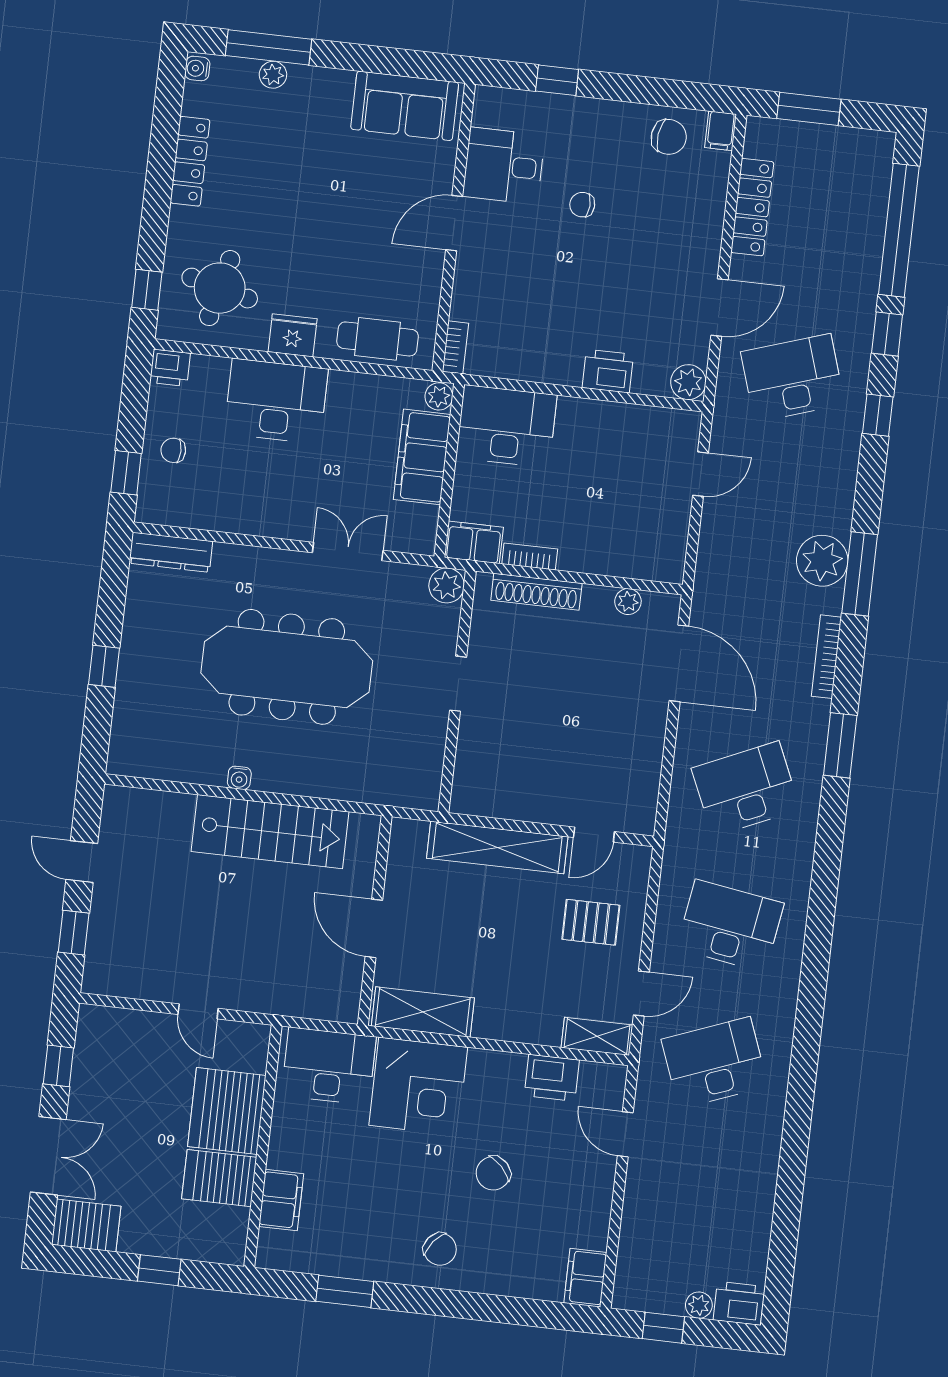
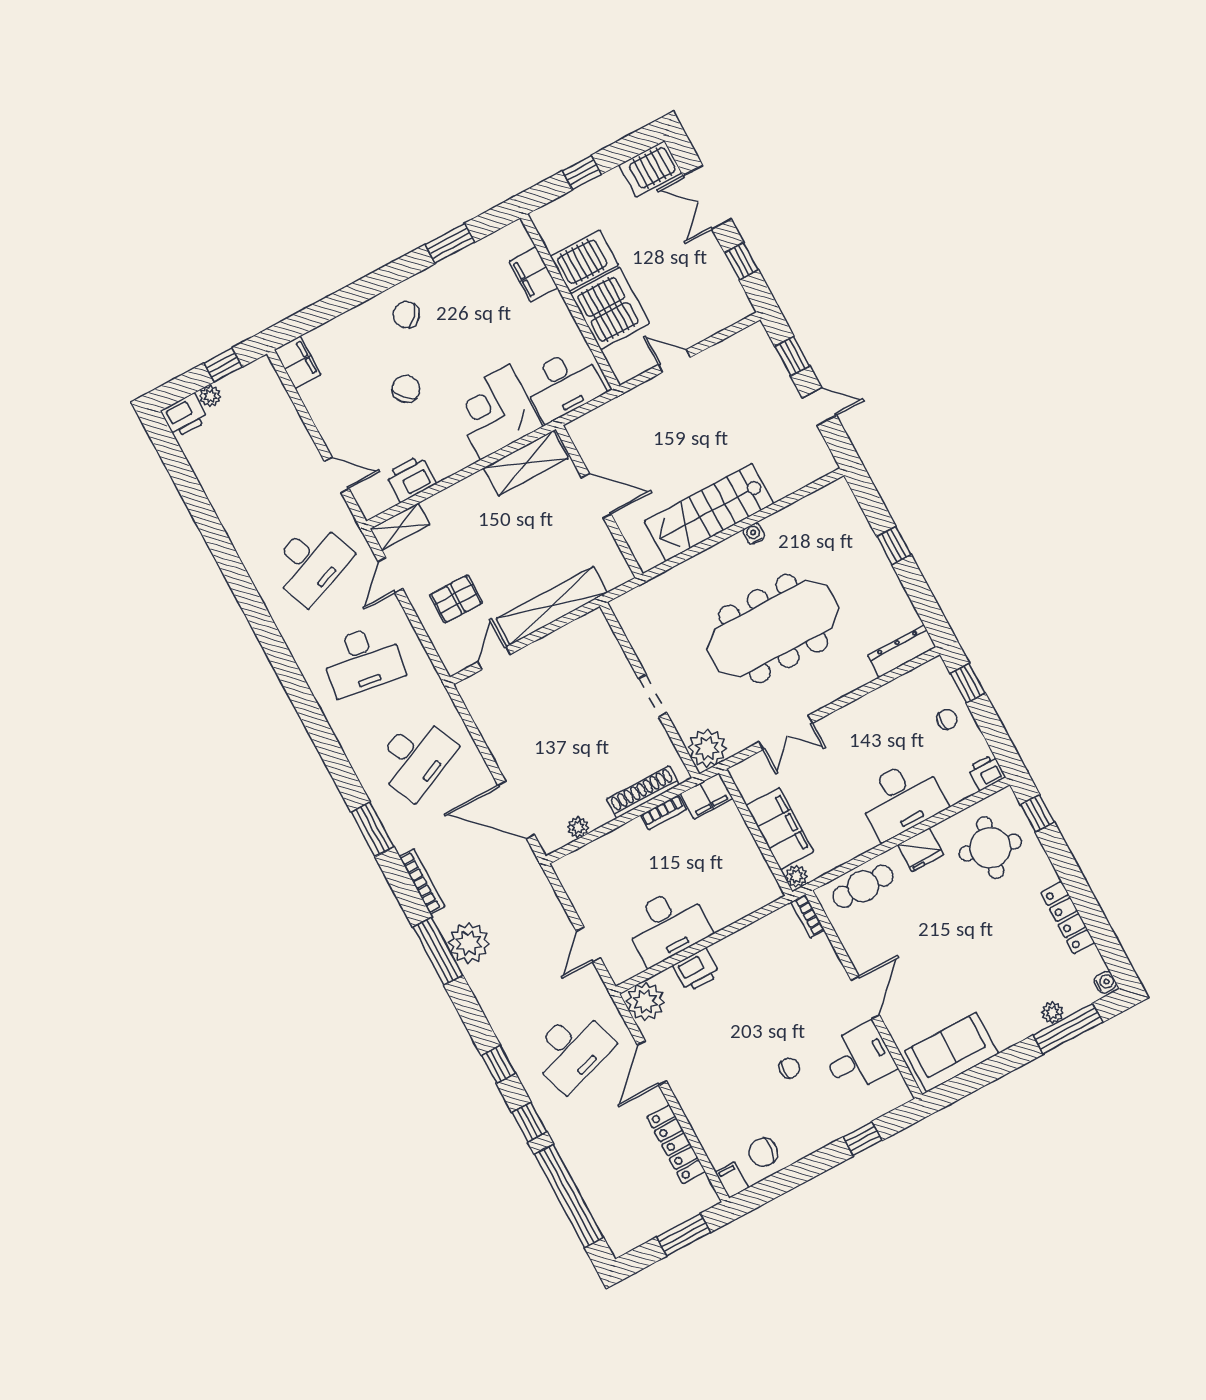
plant: (688, 382) -> (645, 1002), width x1.36, depth x1.36
desk: (506, 426) -> (667, 926), moved
plant: (447, 585) -> (707, 748), width x1.36, depth x1.36

